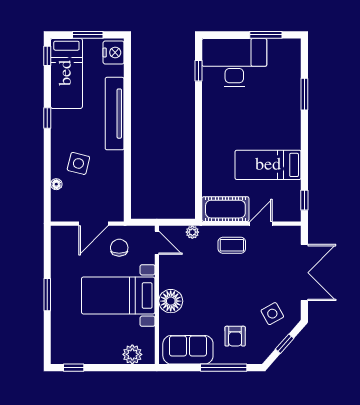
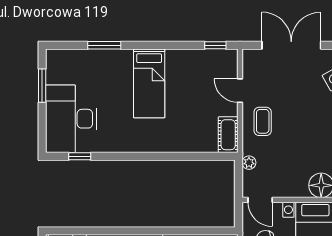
bed: (268, 165) -> (149, 83), moved
cot: (225, 209) -> (228, 135), width x0.73, depth x0.75
door: (157, 243) -> (260, 200), swing flipped

